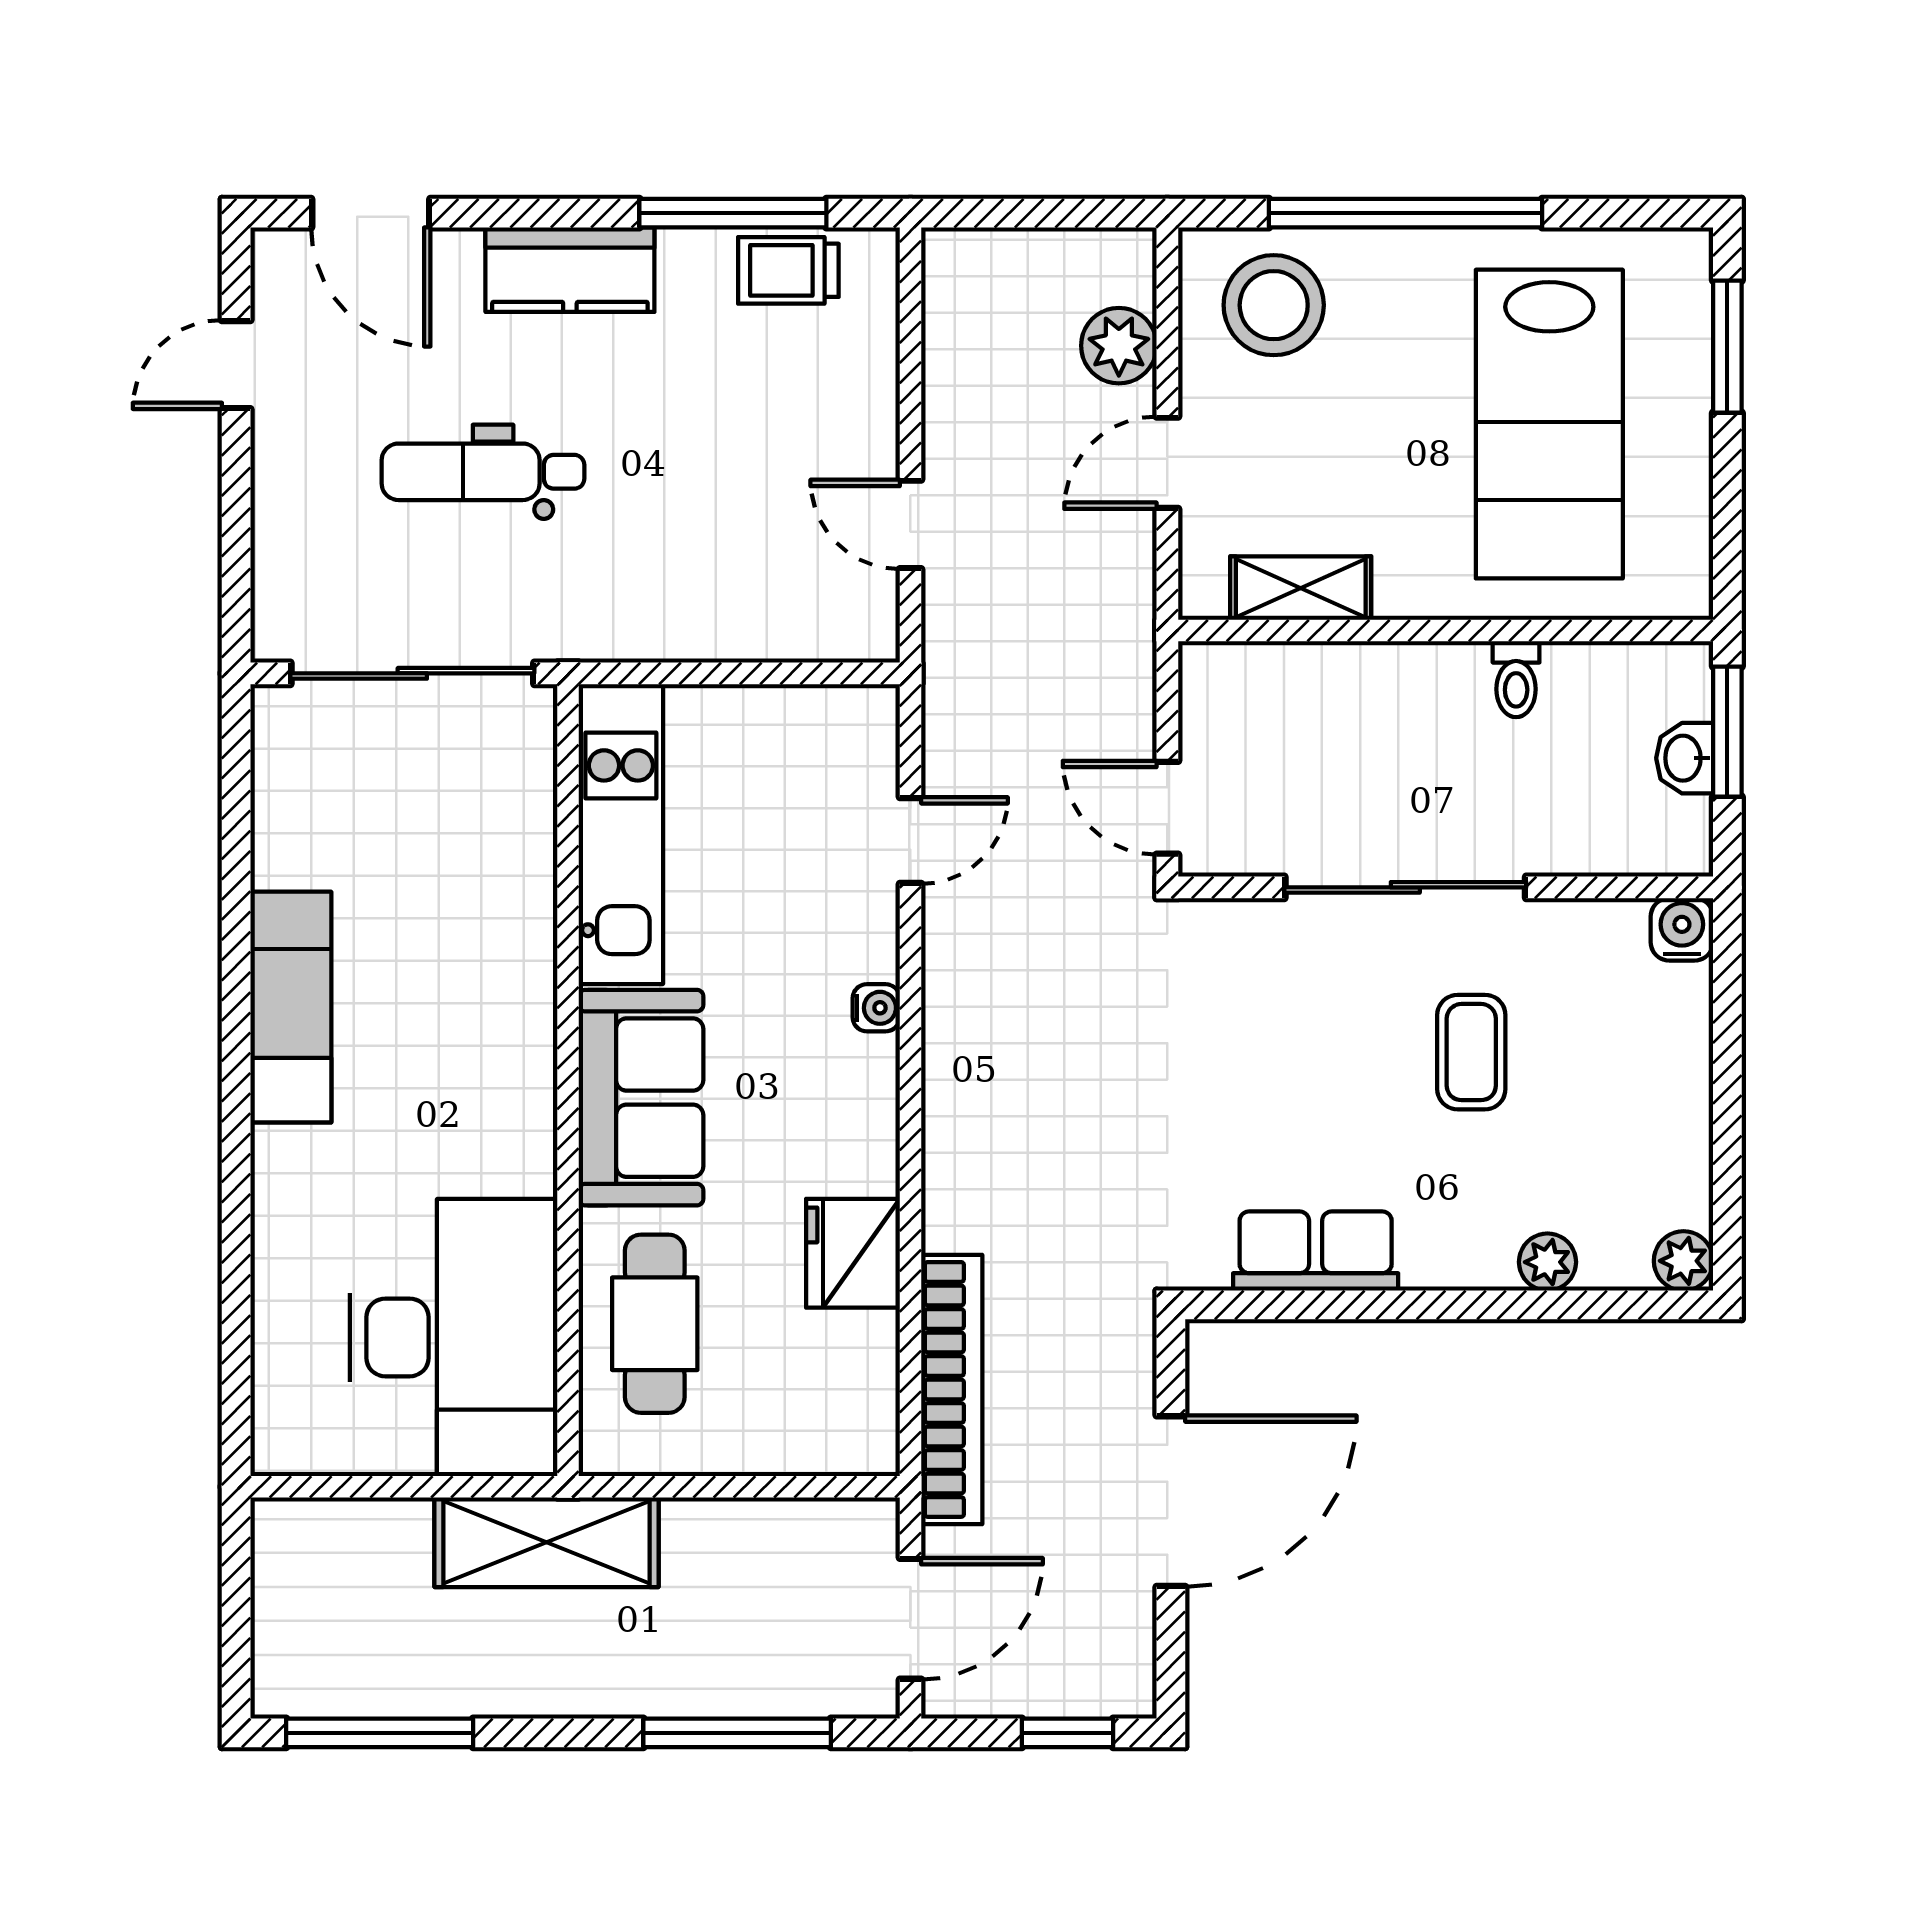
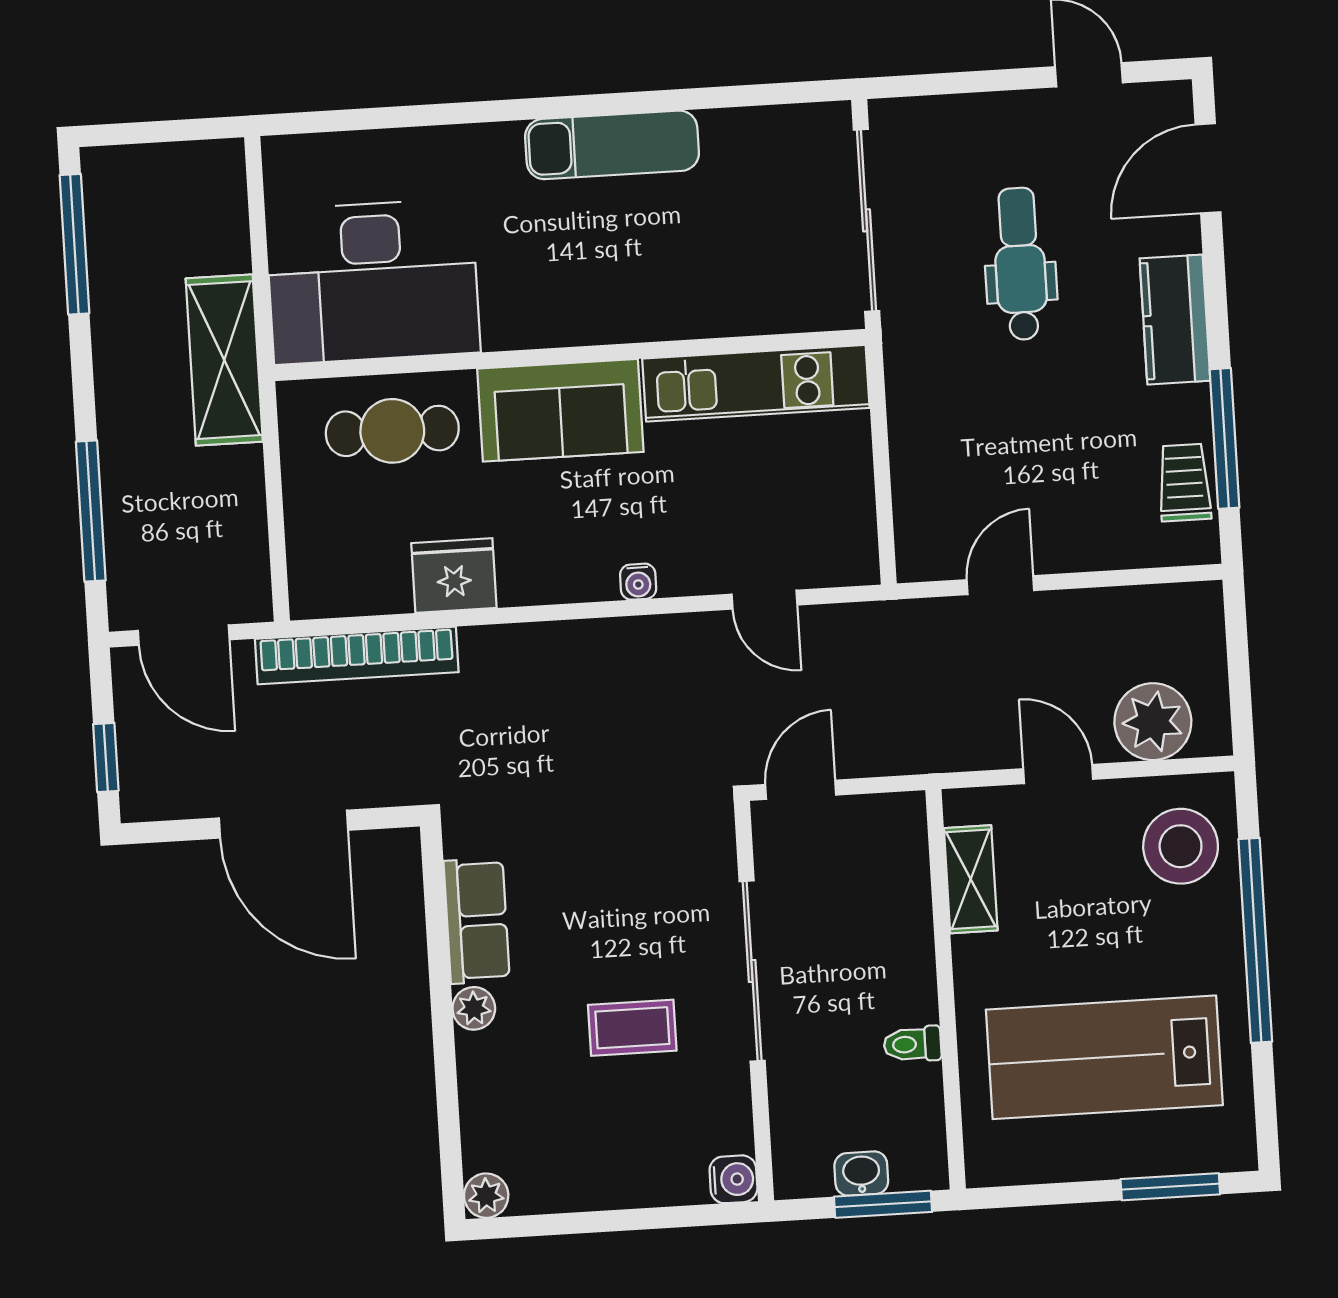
plant: (1119, 346) -> (1153, 722), width x1.36, depth x1.36
plant: (1547, 1262) -> (474, 1008), moved

